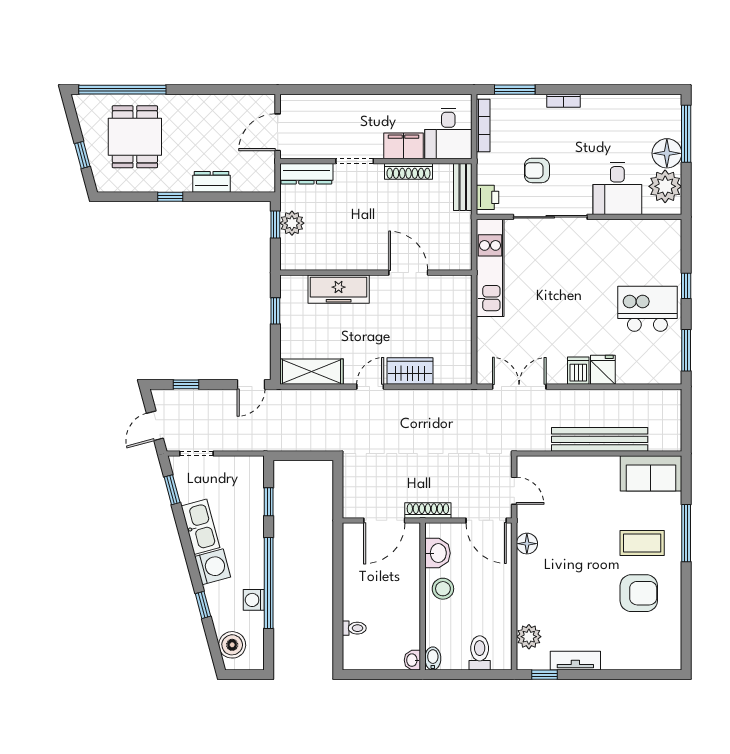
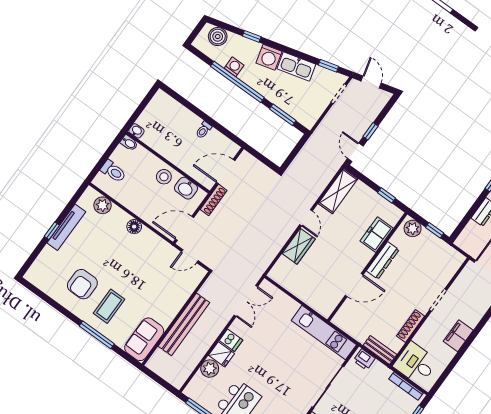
filing cabinet: (403, 146) -> (458, 336), moved, turned 180
armchair: (537, 170) -> (359, 398), removed
dresser: (306, 174) -> (383, 260), moved, turned 180
plant: (292, 223) -> (413, 228), moved
freezer: (339, 289) -> (377, 235), width x0.71
plant: (630, 372) -> (210, 369), added
window: (186, 384) -> (371, 131), moved
window: (269, 502) -> (283, 115), width x1.50
door: (384, 520) -> (226, 172), hinge flipped
floor lamp: (527, 544) -> (134, 227), moved
toilet: (354, 628) -> (204, 130), moved
tv unit: (575, 661) -> (66, 227), width x1.41
window: (545, 675) -> (52, 231), moved

